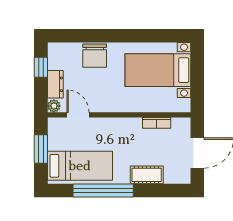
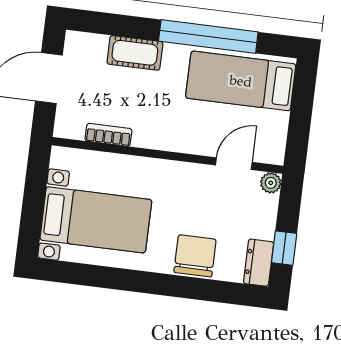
dresser: (55, 84) -> (259, 263), moved
door: (78, 115) -> (234, 164), swing flipped
window: (41, 149) -> (300, 116), removed

